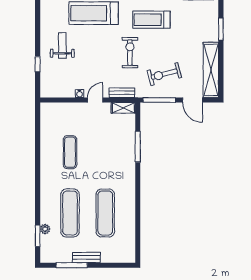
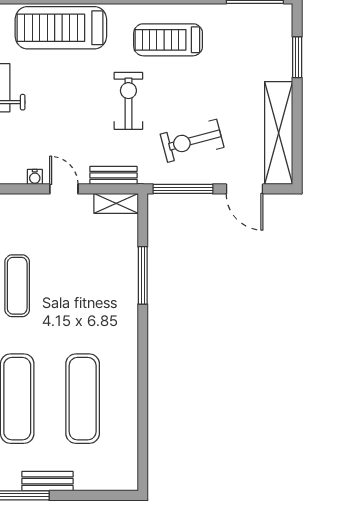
door: (95, 100) -> (64, 189), hinge flipped

